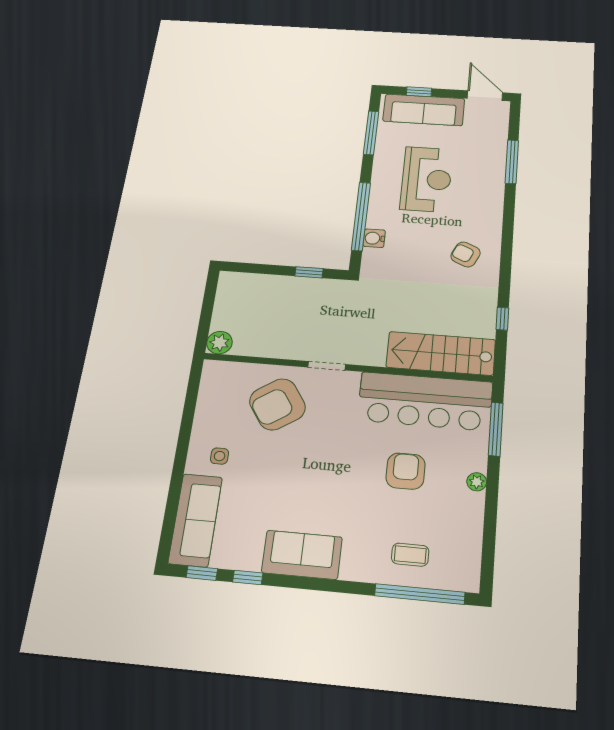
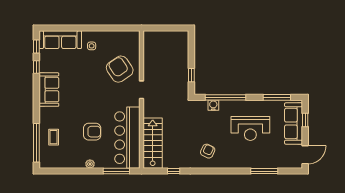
plant: (219, 343) -> (149, 37), removed

